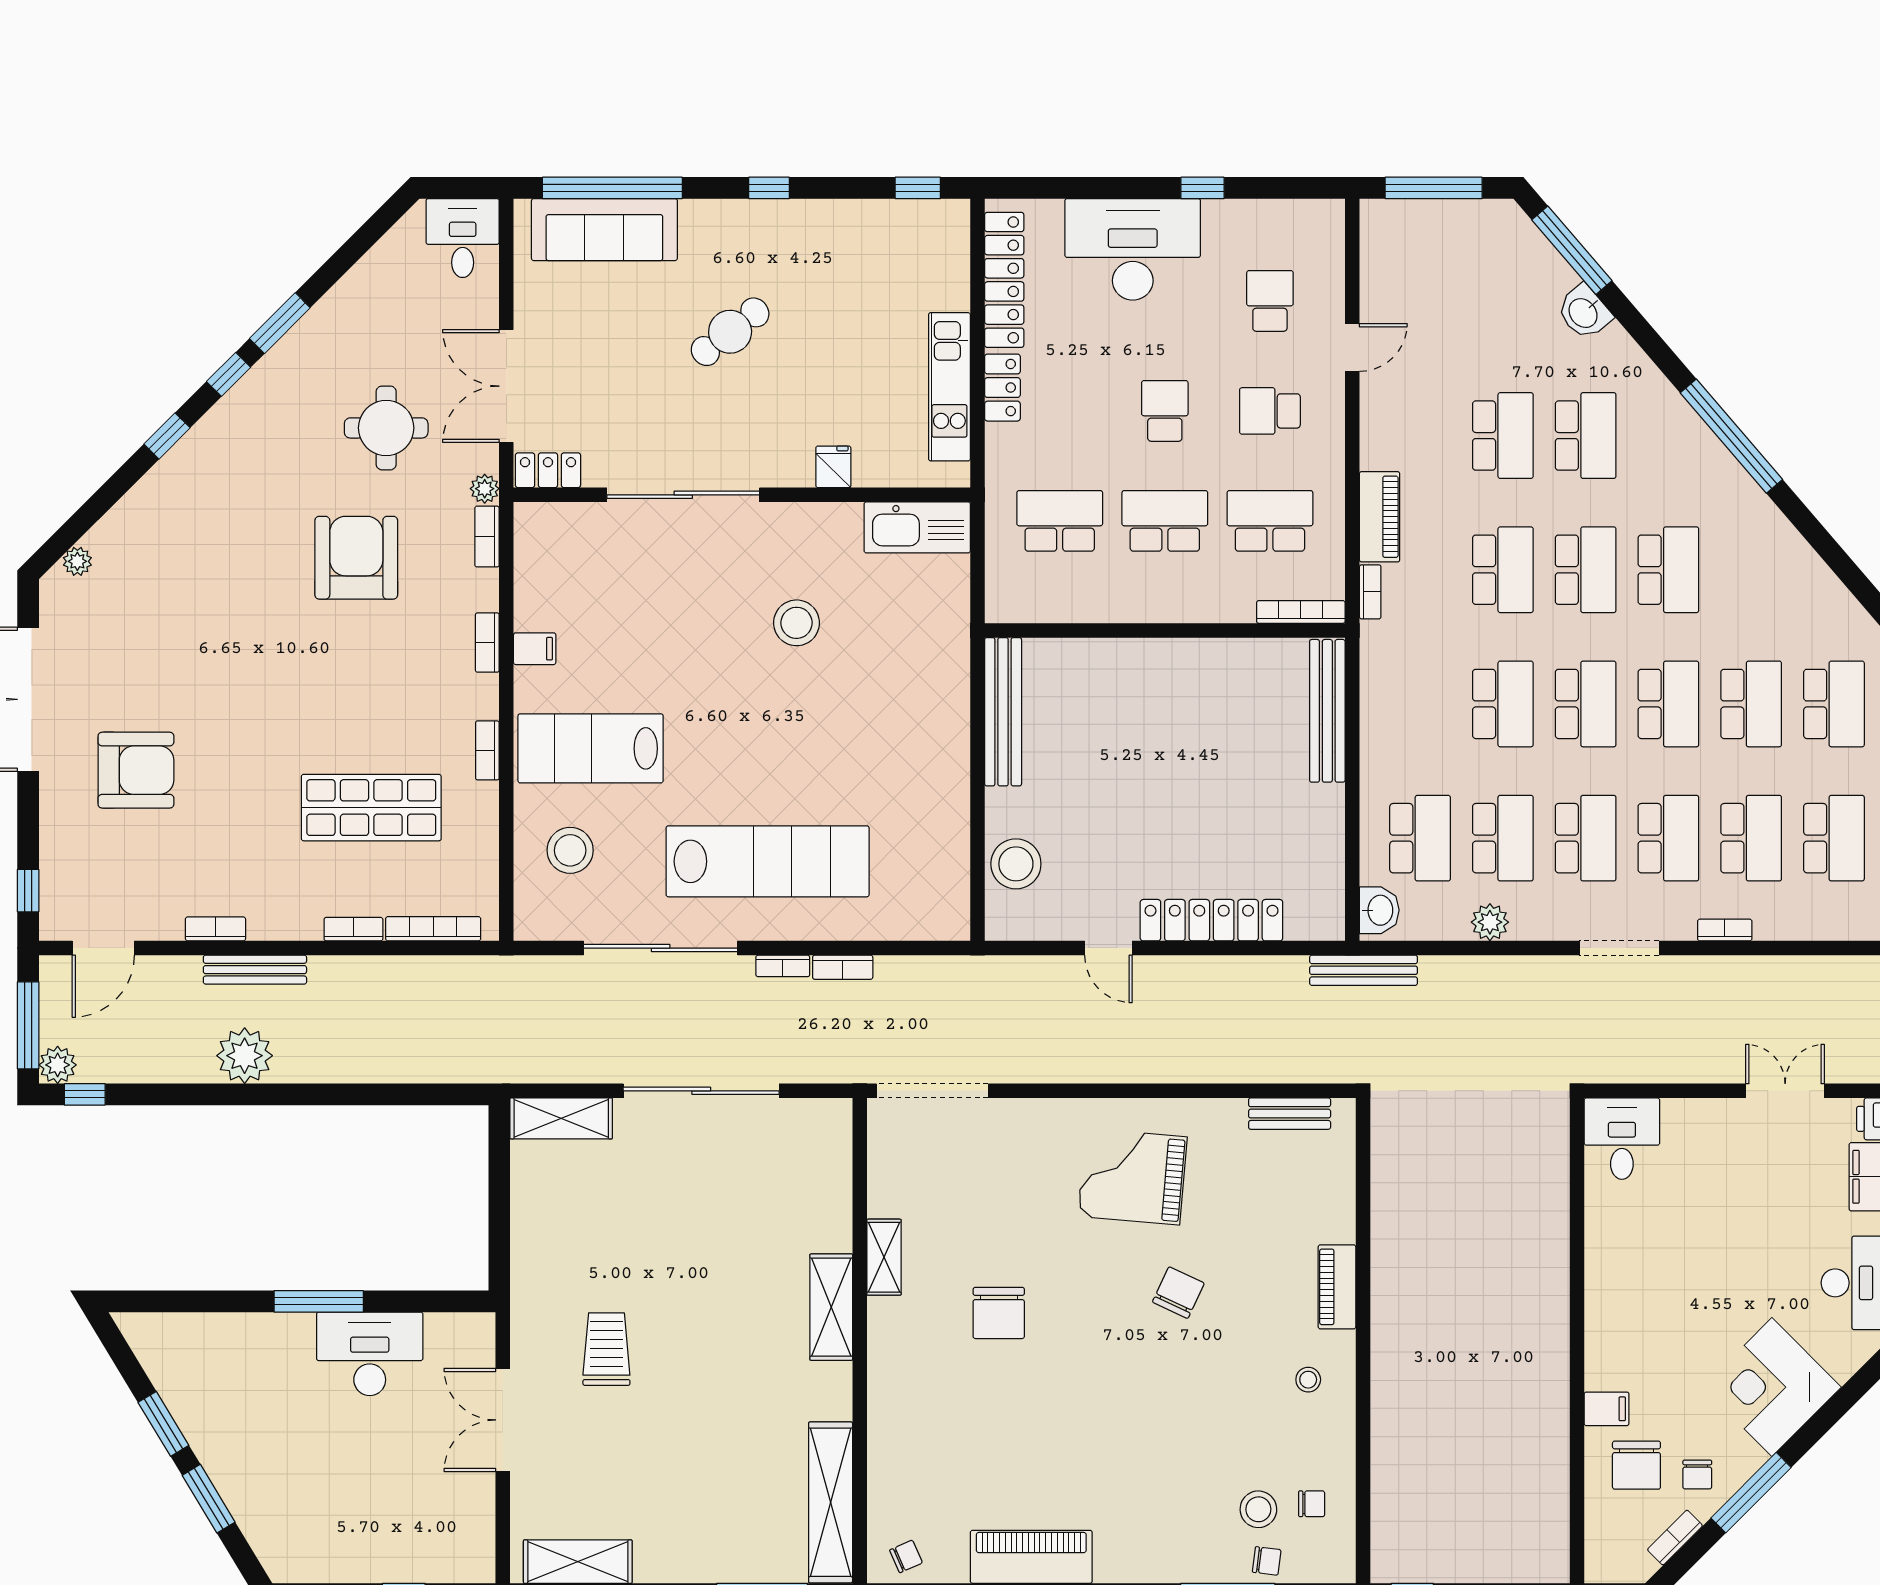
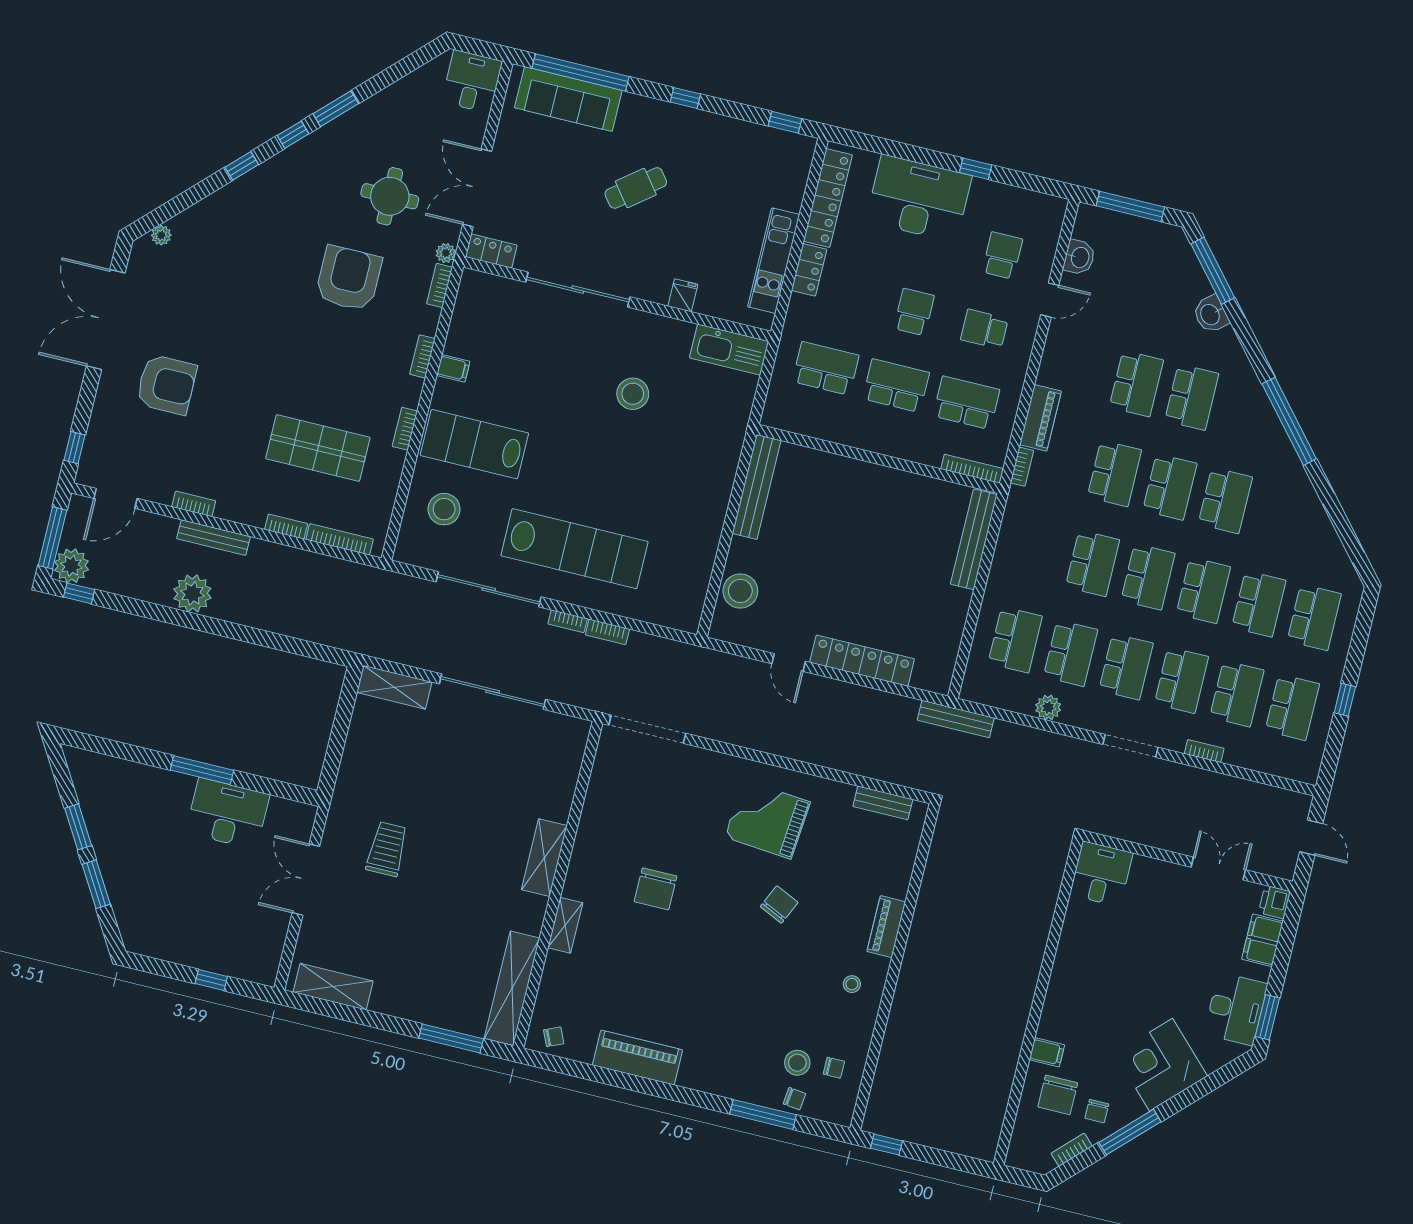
washbasin: (1379, 910) -> (1079, 257), moved
plant: (58, 1065) -> (71, 566), width x1.36, depth x1.36
shelving: (884, 1257) -> (565, 925), moved

